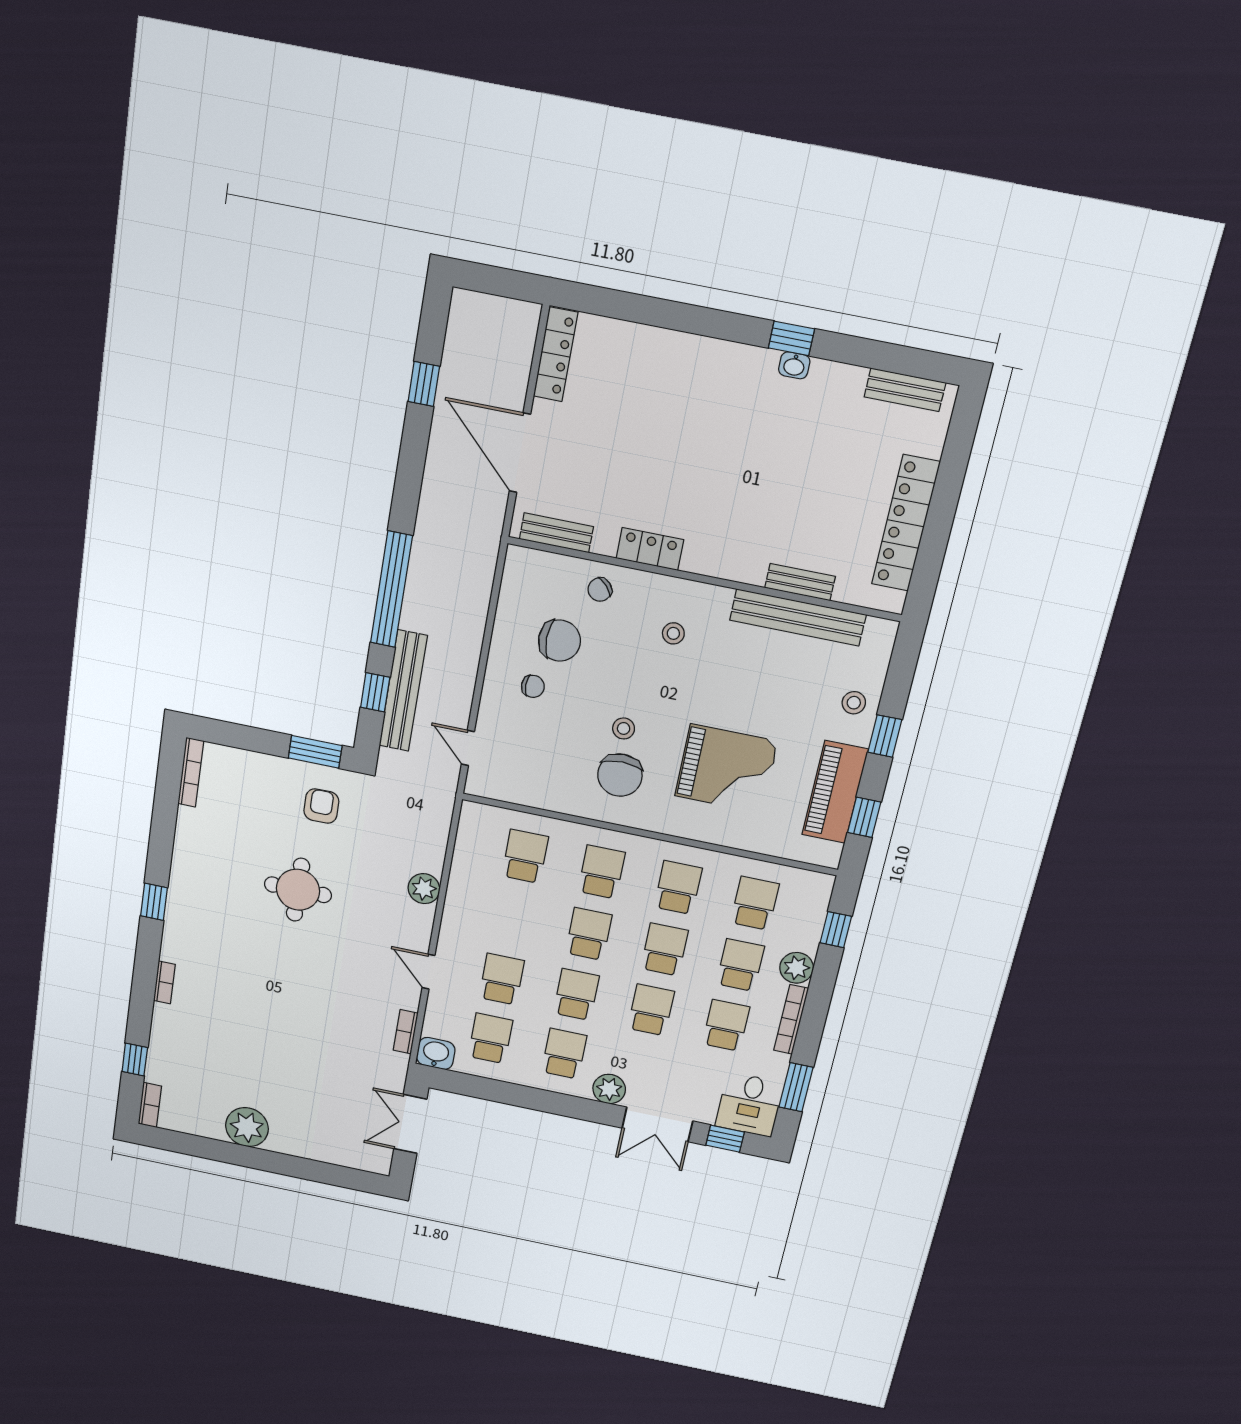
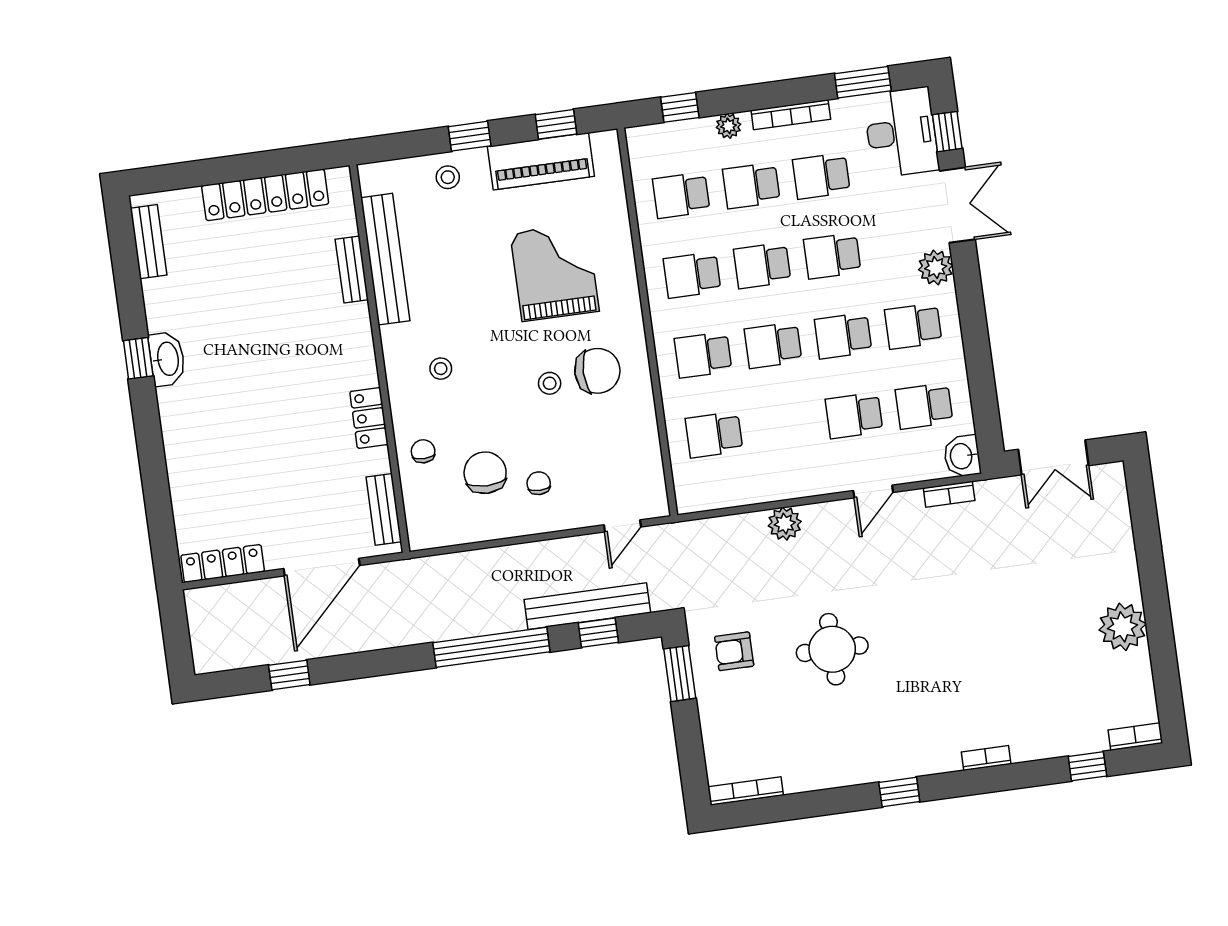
washbasin: (794, 365) -> (167, 359), width x1.91, depth x1.45
chair: (600, 590) -> (423, 451), turned -138
plant: (797, 968) -> (728, 126), width x0.73, depth x0.73
desk: (750, 1105) -> (901, 132), width x1.37

